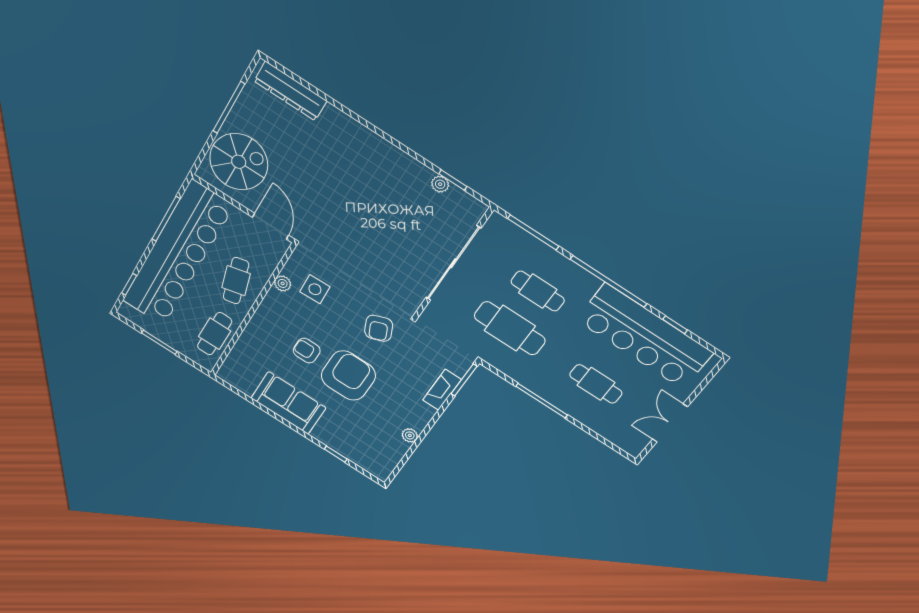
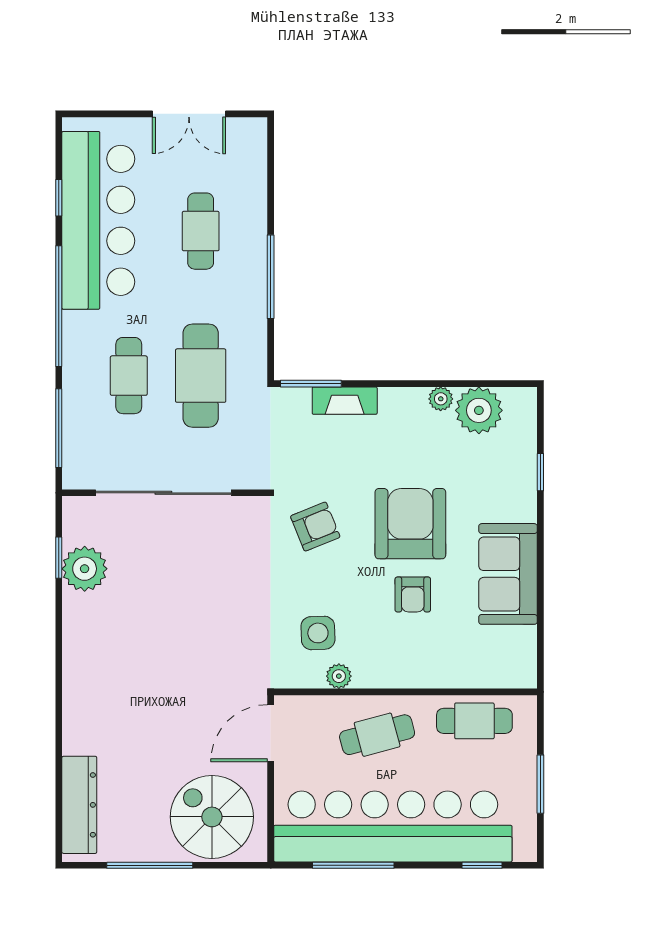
plant: (440, 184) -> (85, 569), width x1.88, depth x1.88
armchair: (348, 376) -> (410, 524), turned 90
plant: (390, 449) -> (479, 410), added

